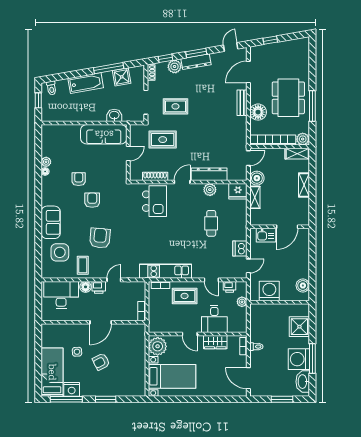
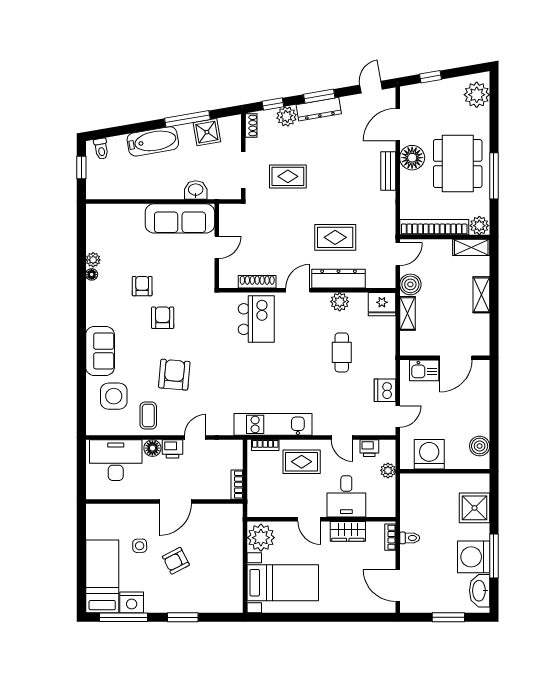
plant: (301, 52) -> (477, 95), added
floor lamp: (258, 112) -> (412, 158), moved
rug: (163, 140) -> (335, 237), moved

